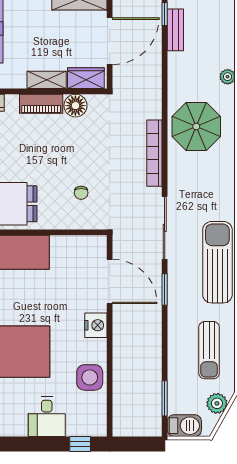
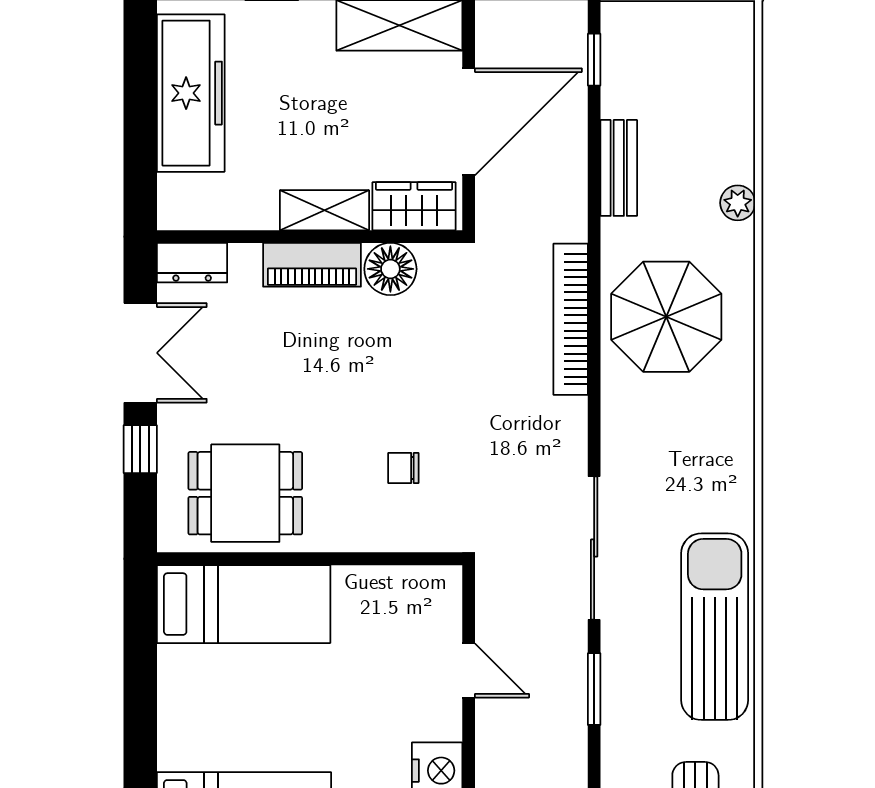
bench: (175, 30) -> (619, 168), moved
bookcase: (154, 153) -> (571, 319), moved
chair: (81, 193) -> (403, 468), turned 90
door: (110, 281) -> (469, 671), width x0.53

